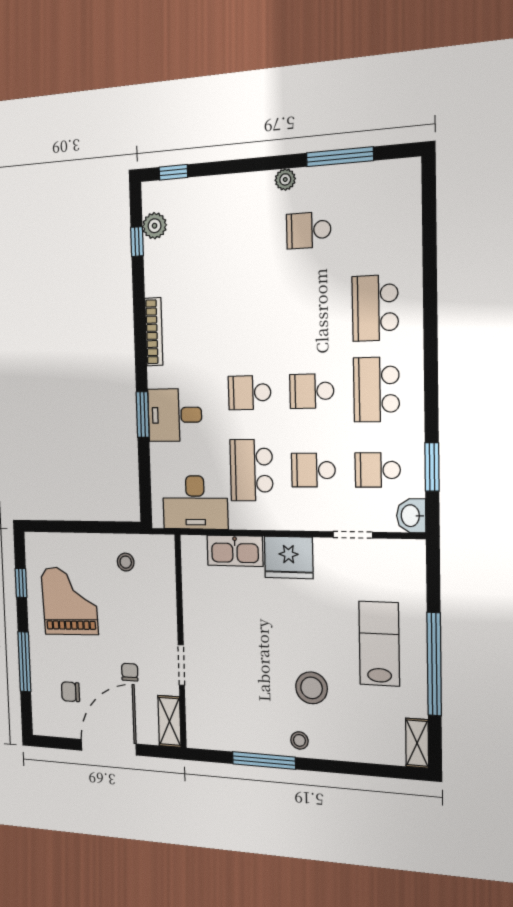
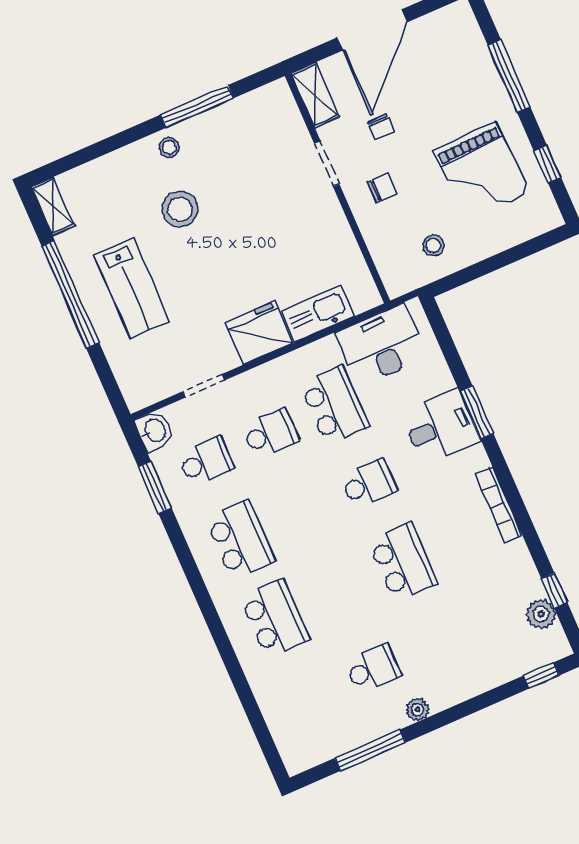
school desk: (312, 391) -> (403, 562), moved, width x1.85
chair: (70, 692) -> (382, 188), moved

